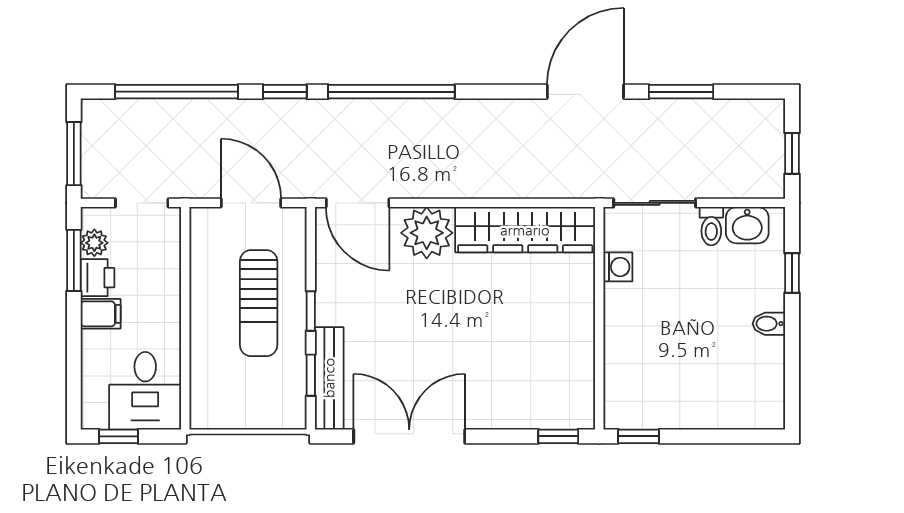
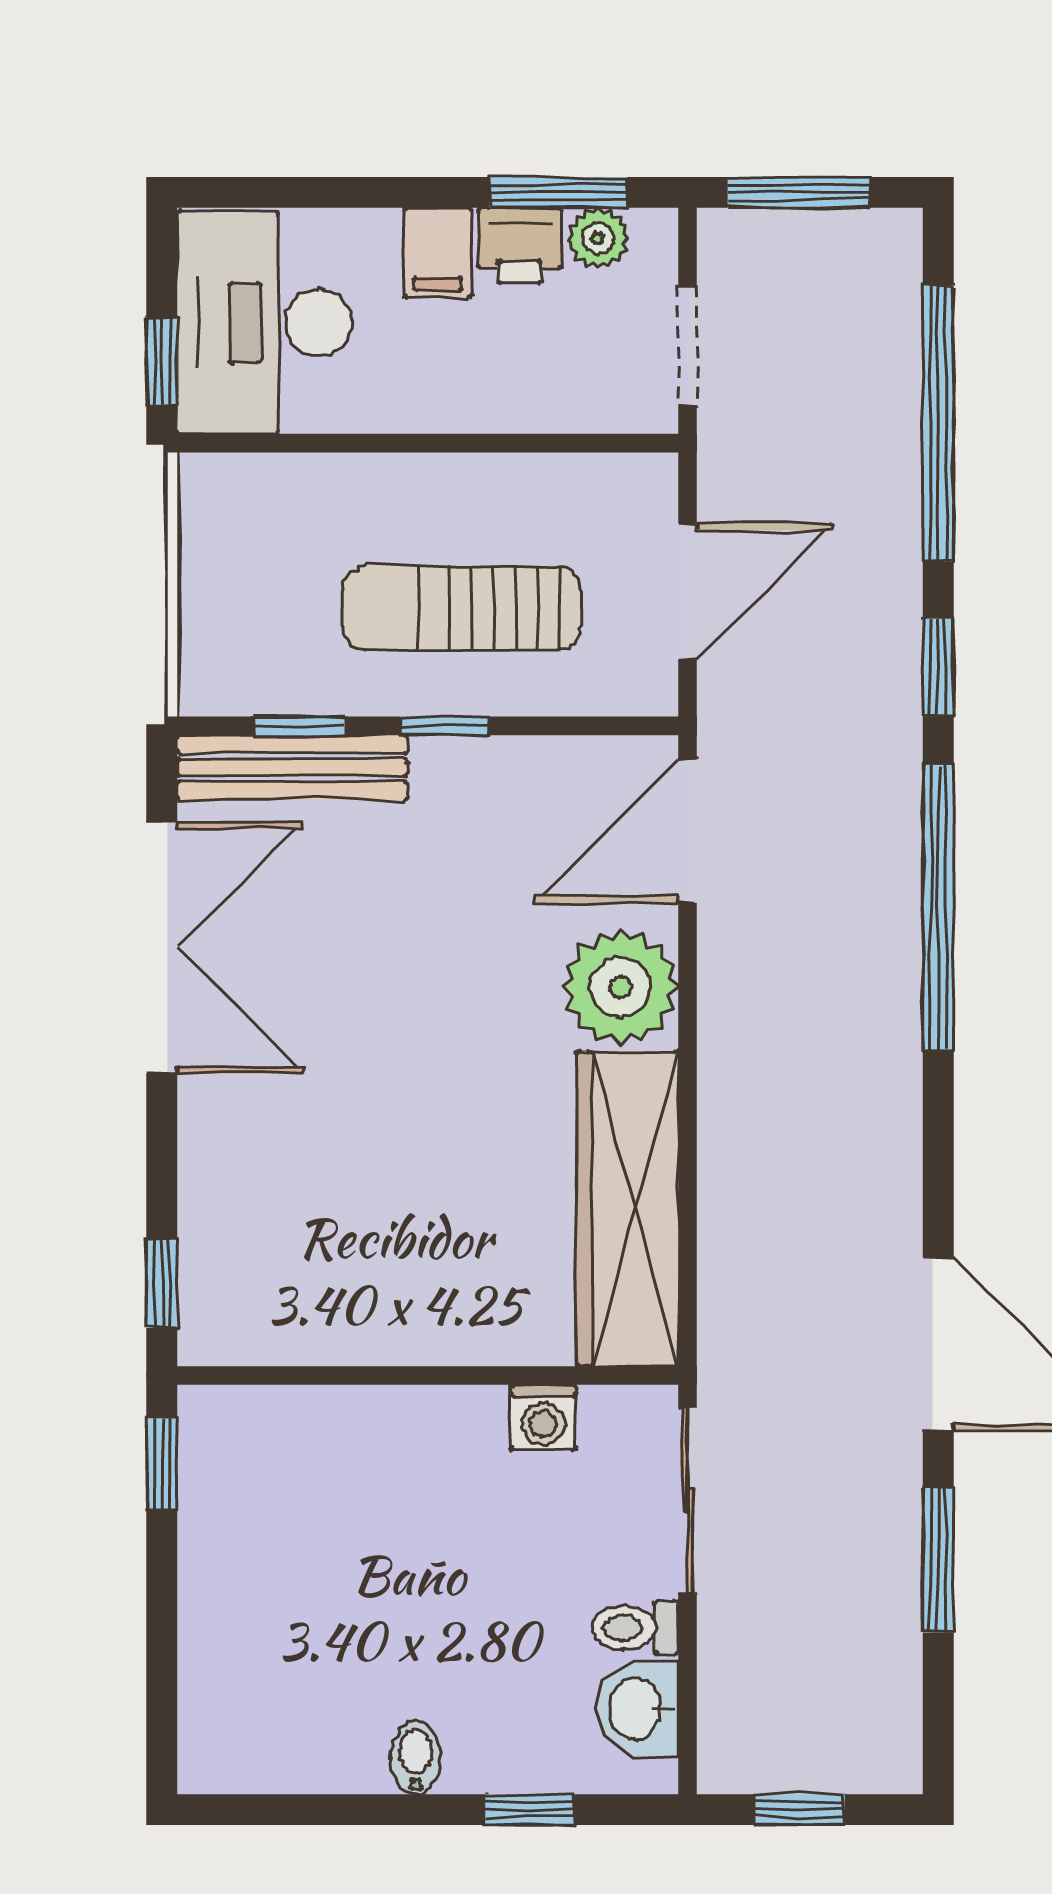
desk: (145, 391) -> (264, 323), width x1.37
window: (119, 436) -> (162, 361), moved

